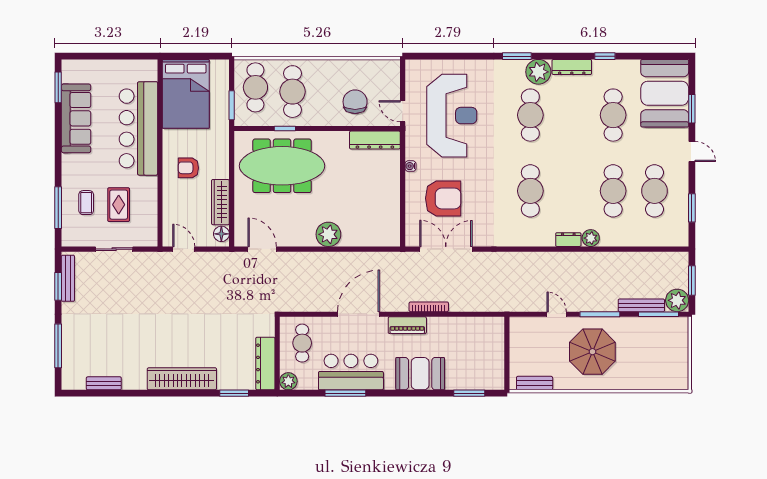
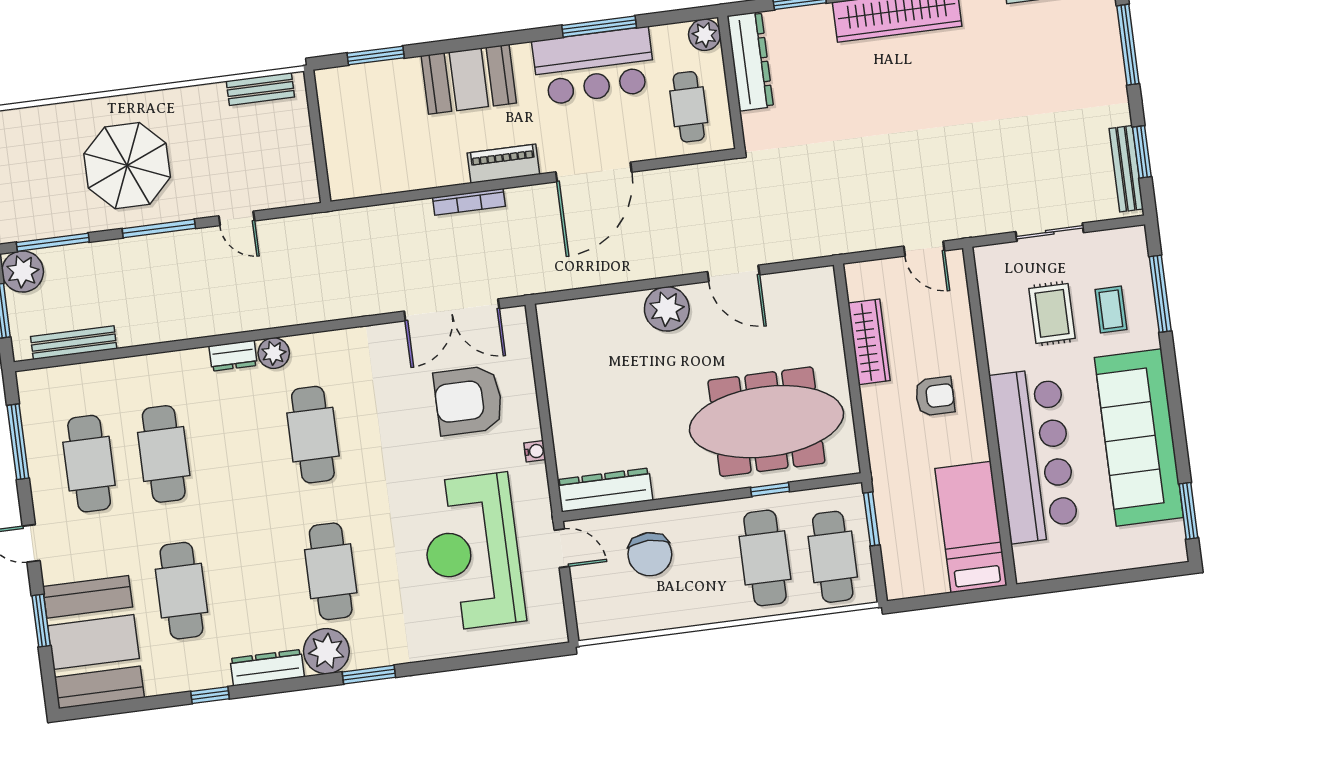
bed: (186, 94) -> (971, 527), width x0.67
sofa: (76, 118) -> (1139, 438), width x1.36, depth x1.27
window: (692, 208) -> (18, 442), width x1.44
floor lamp: (221, 234) -> (860, 285), removed
plant: (591, 238) -> (274, 353), moved
door: (262, 249) -> (733, 273), moved
bench: (641, 305) -> (74, 343), moved
parasol: (592, 352) -> (127, 166), moved

